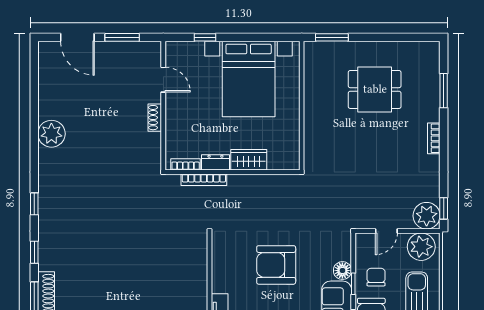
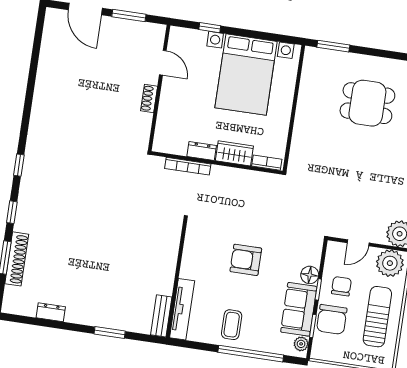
plant: (51, 134) -> (46, 99), removed
bookcase: (186, 164) -> (267, 163), moved
armchair: (276, 265) -> (246, 260), width x0.73, depth x0.73

